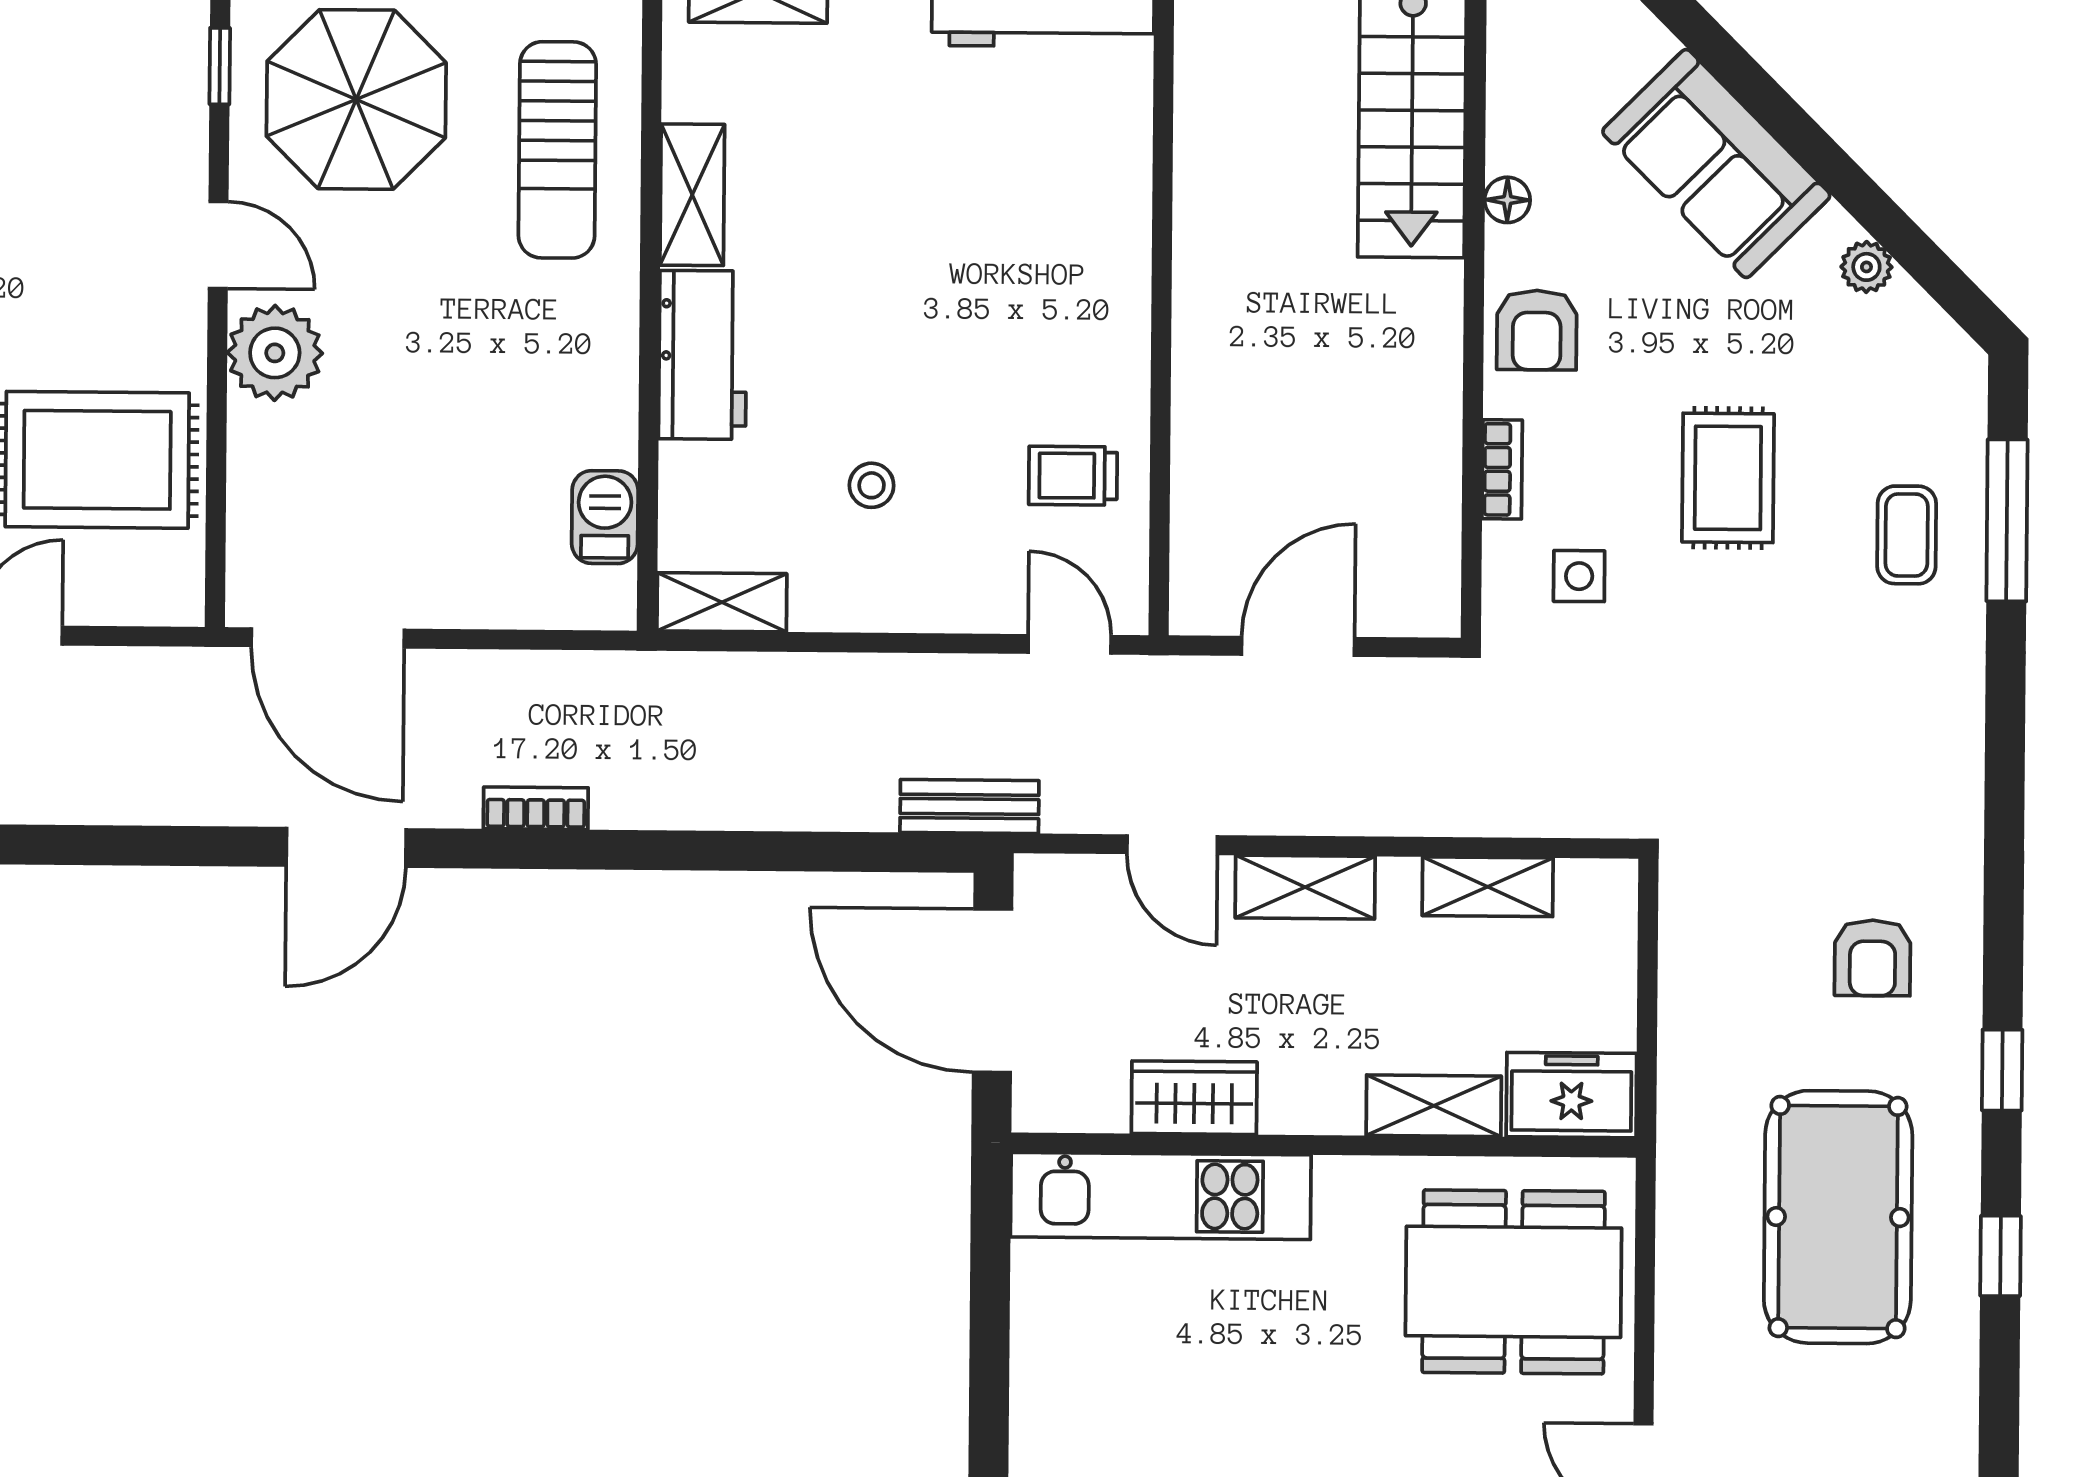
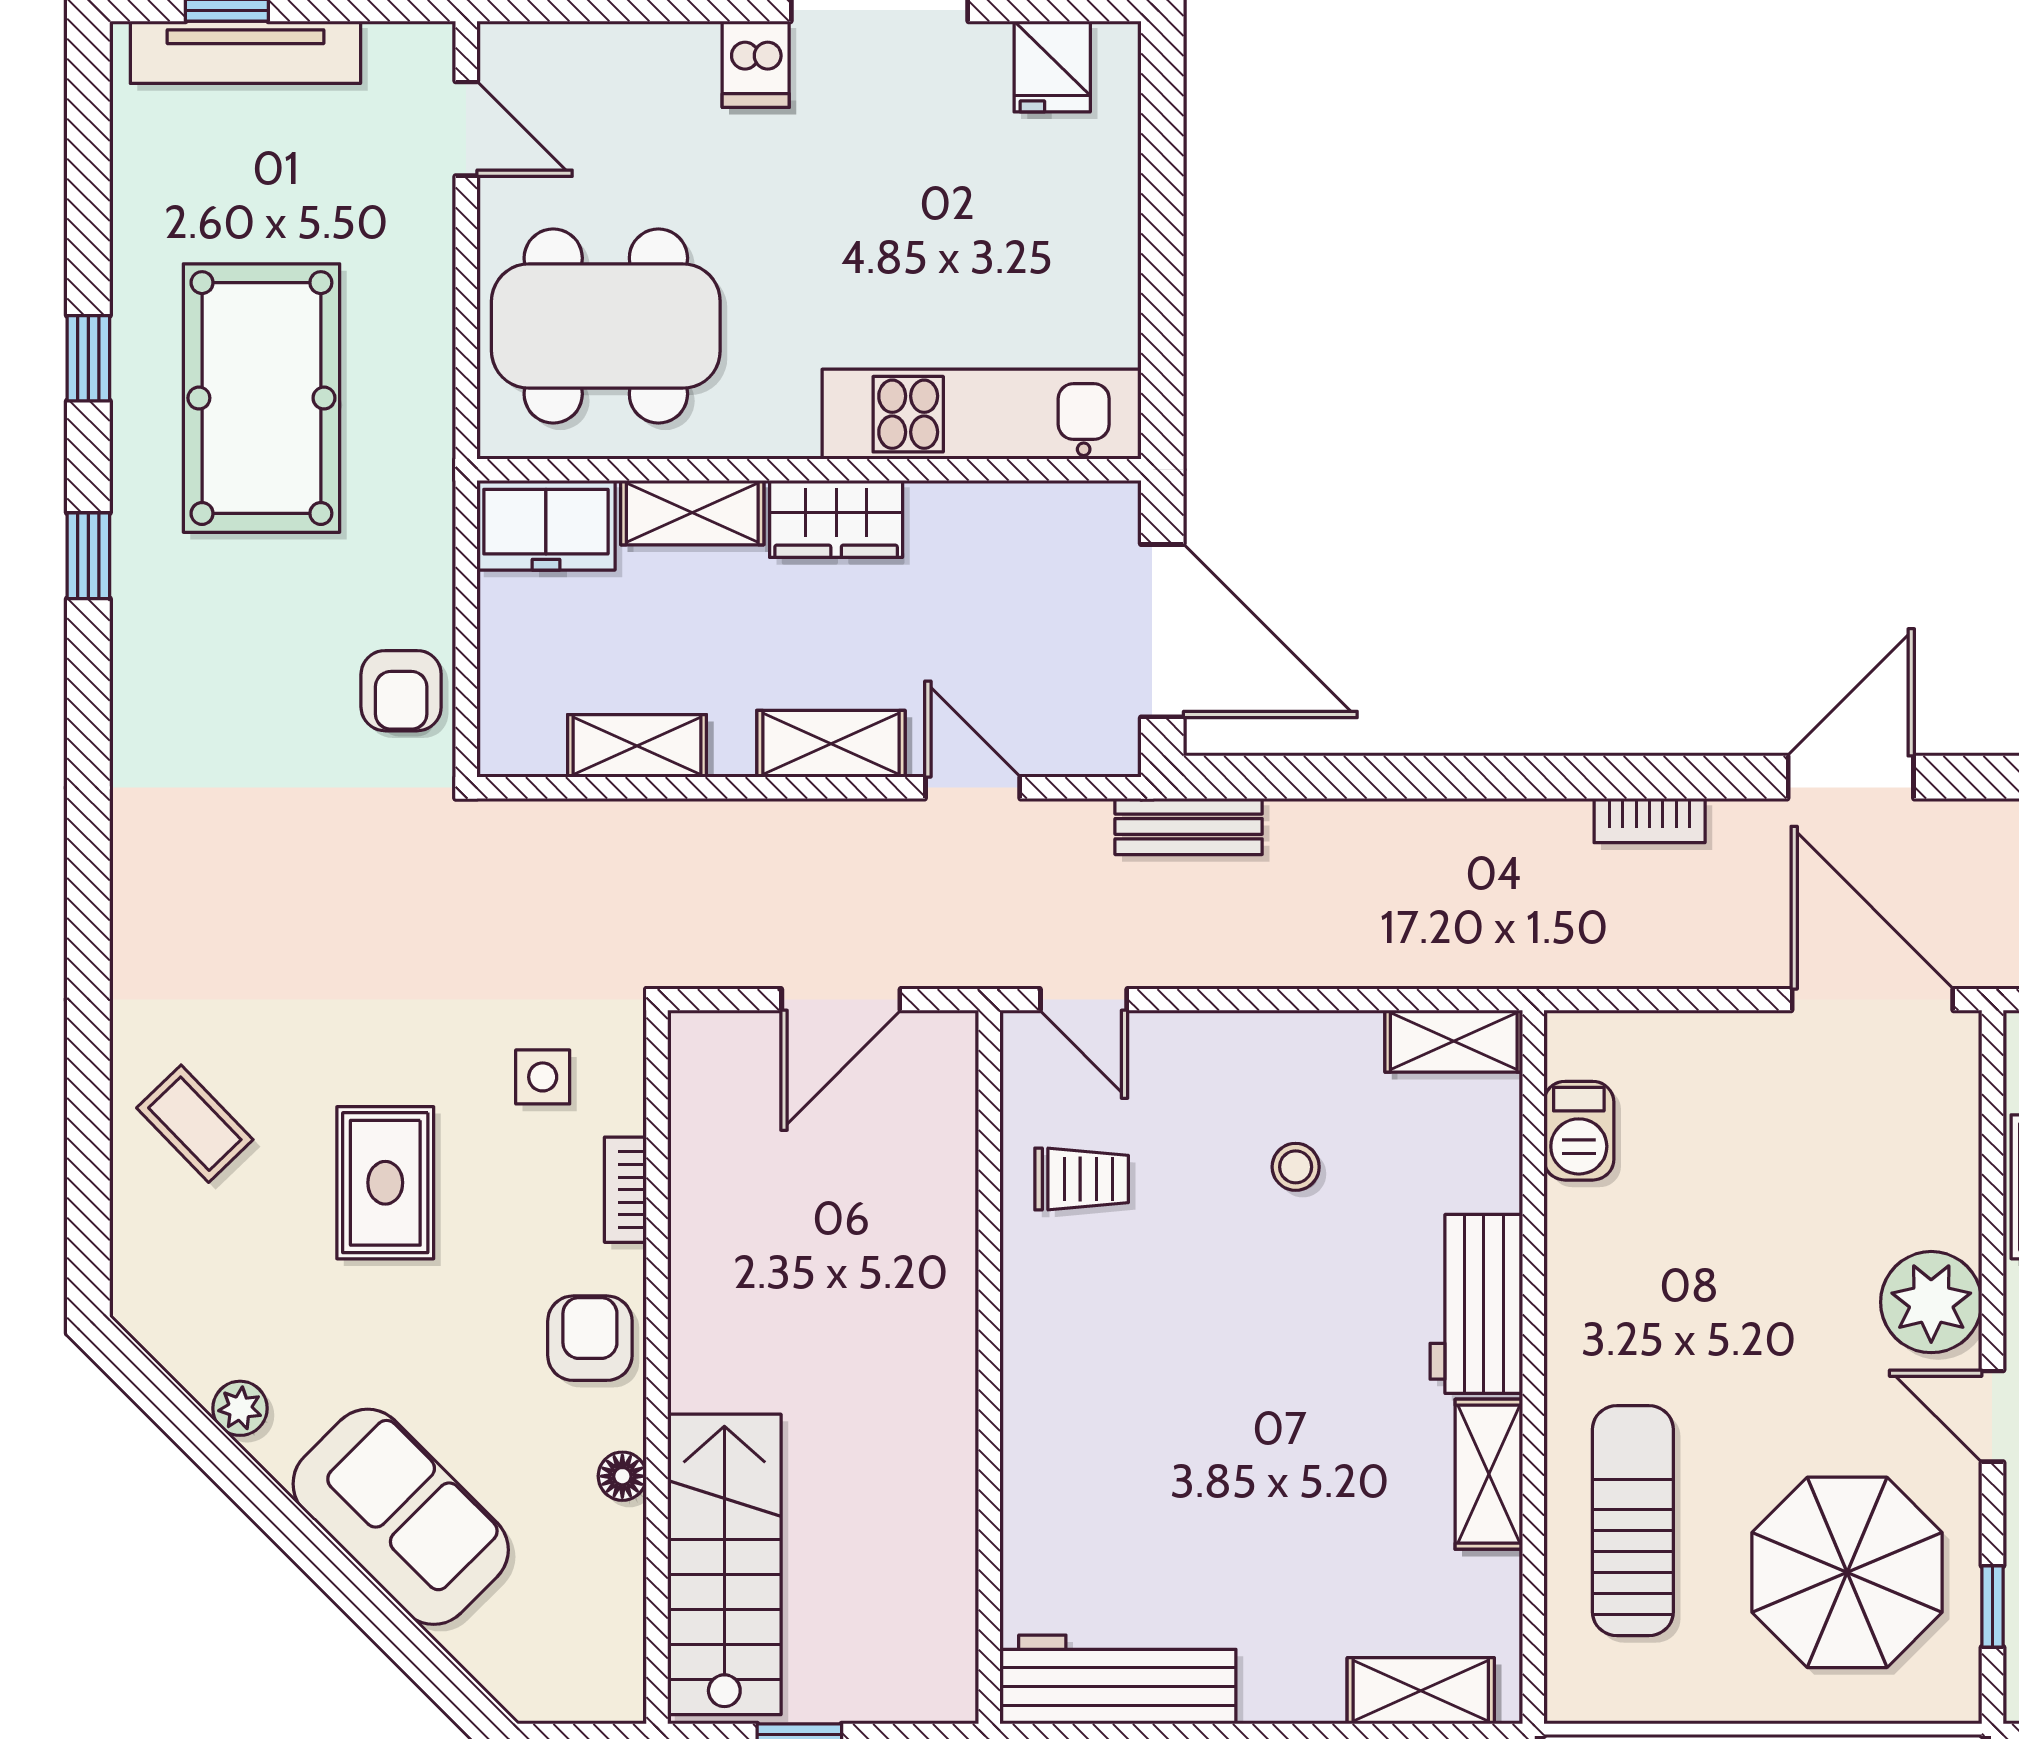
window: (2007, 520) -> (88, 1140), removed
coffee table: (1907, 535) -> (195, 1124), turned -44
armchair: (1873, 958) -> (401, 691), moved, turned 180
wardrobe: (1194, 1098) -> (836, 519), moved

